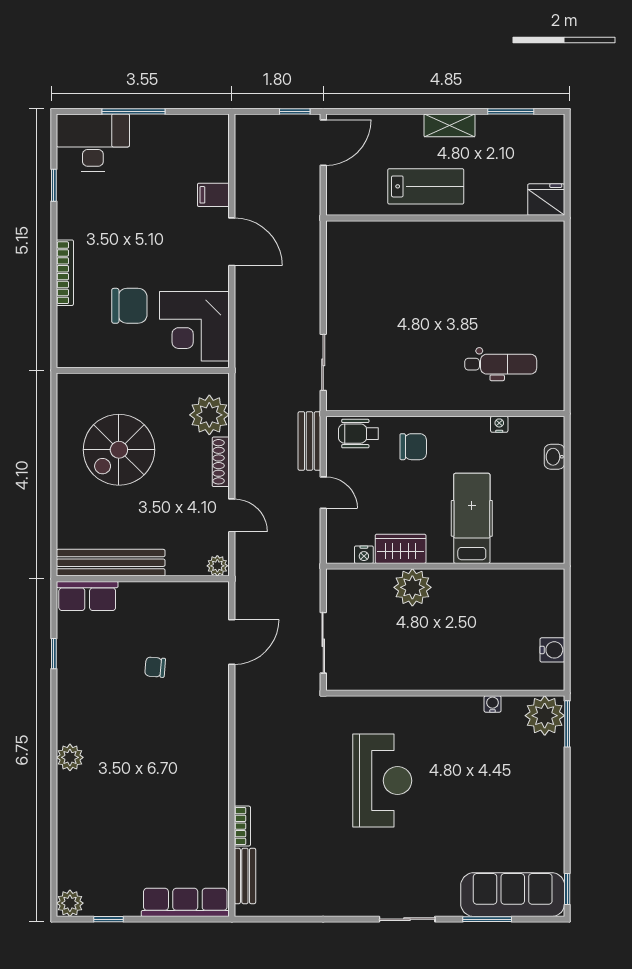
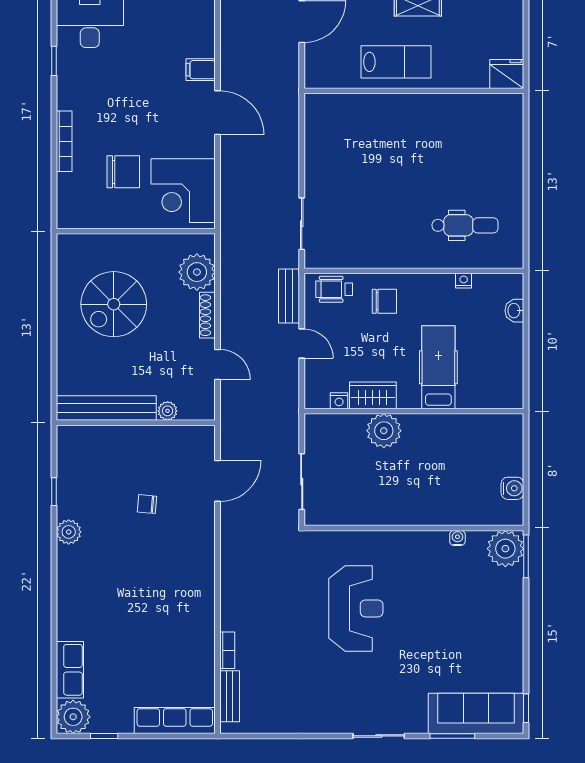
plant: (217, 566) -> (168, 411), moved
row of seats: (87, 596) -> (70, 670), moved, turned -90
plant: (70, 757) -> (69, 532), moved
plant: (70, 903) -> (73, 717), width x1.36, depth x1.36

